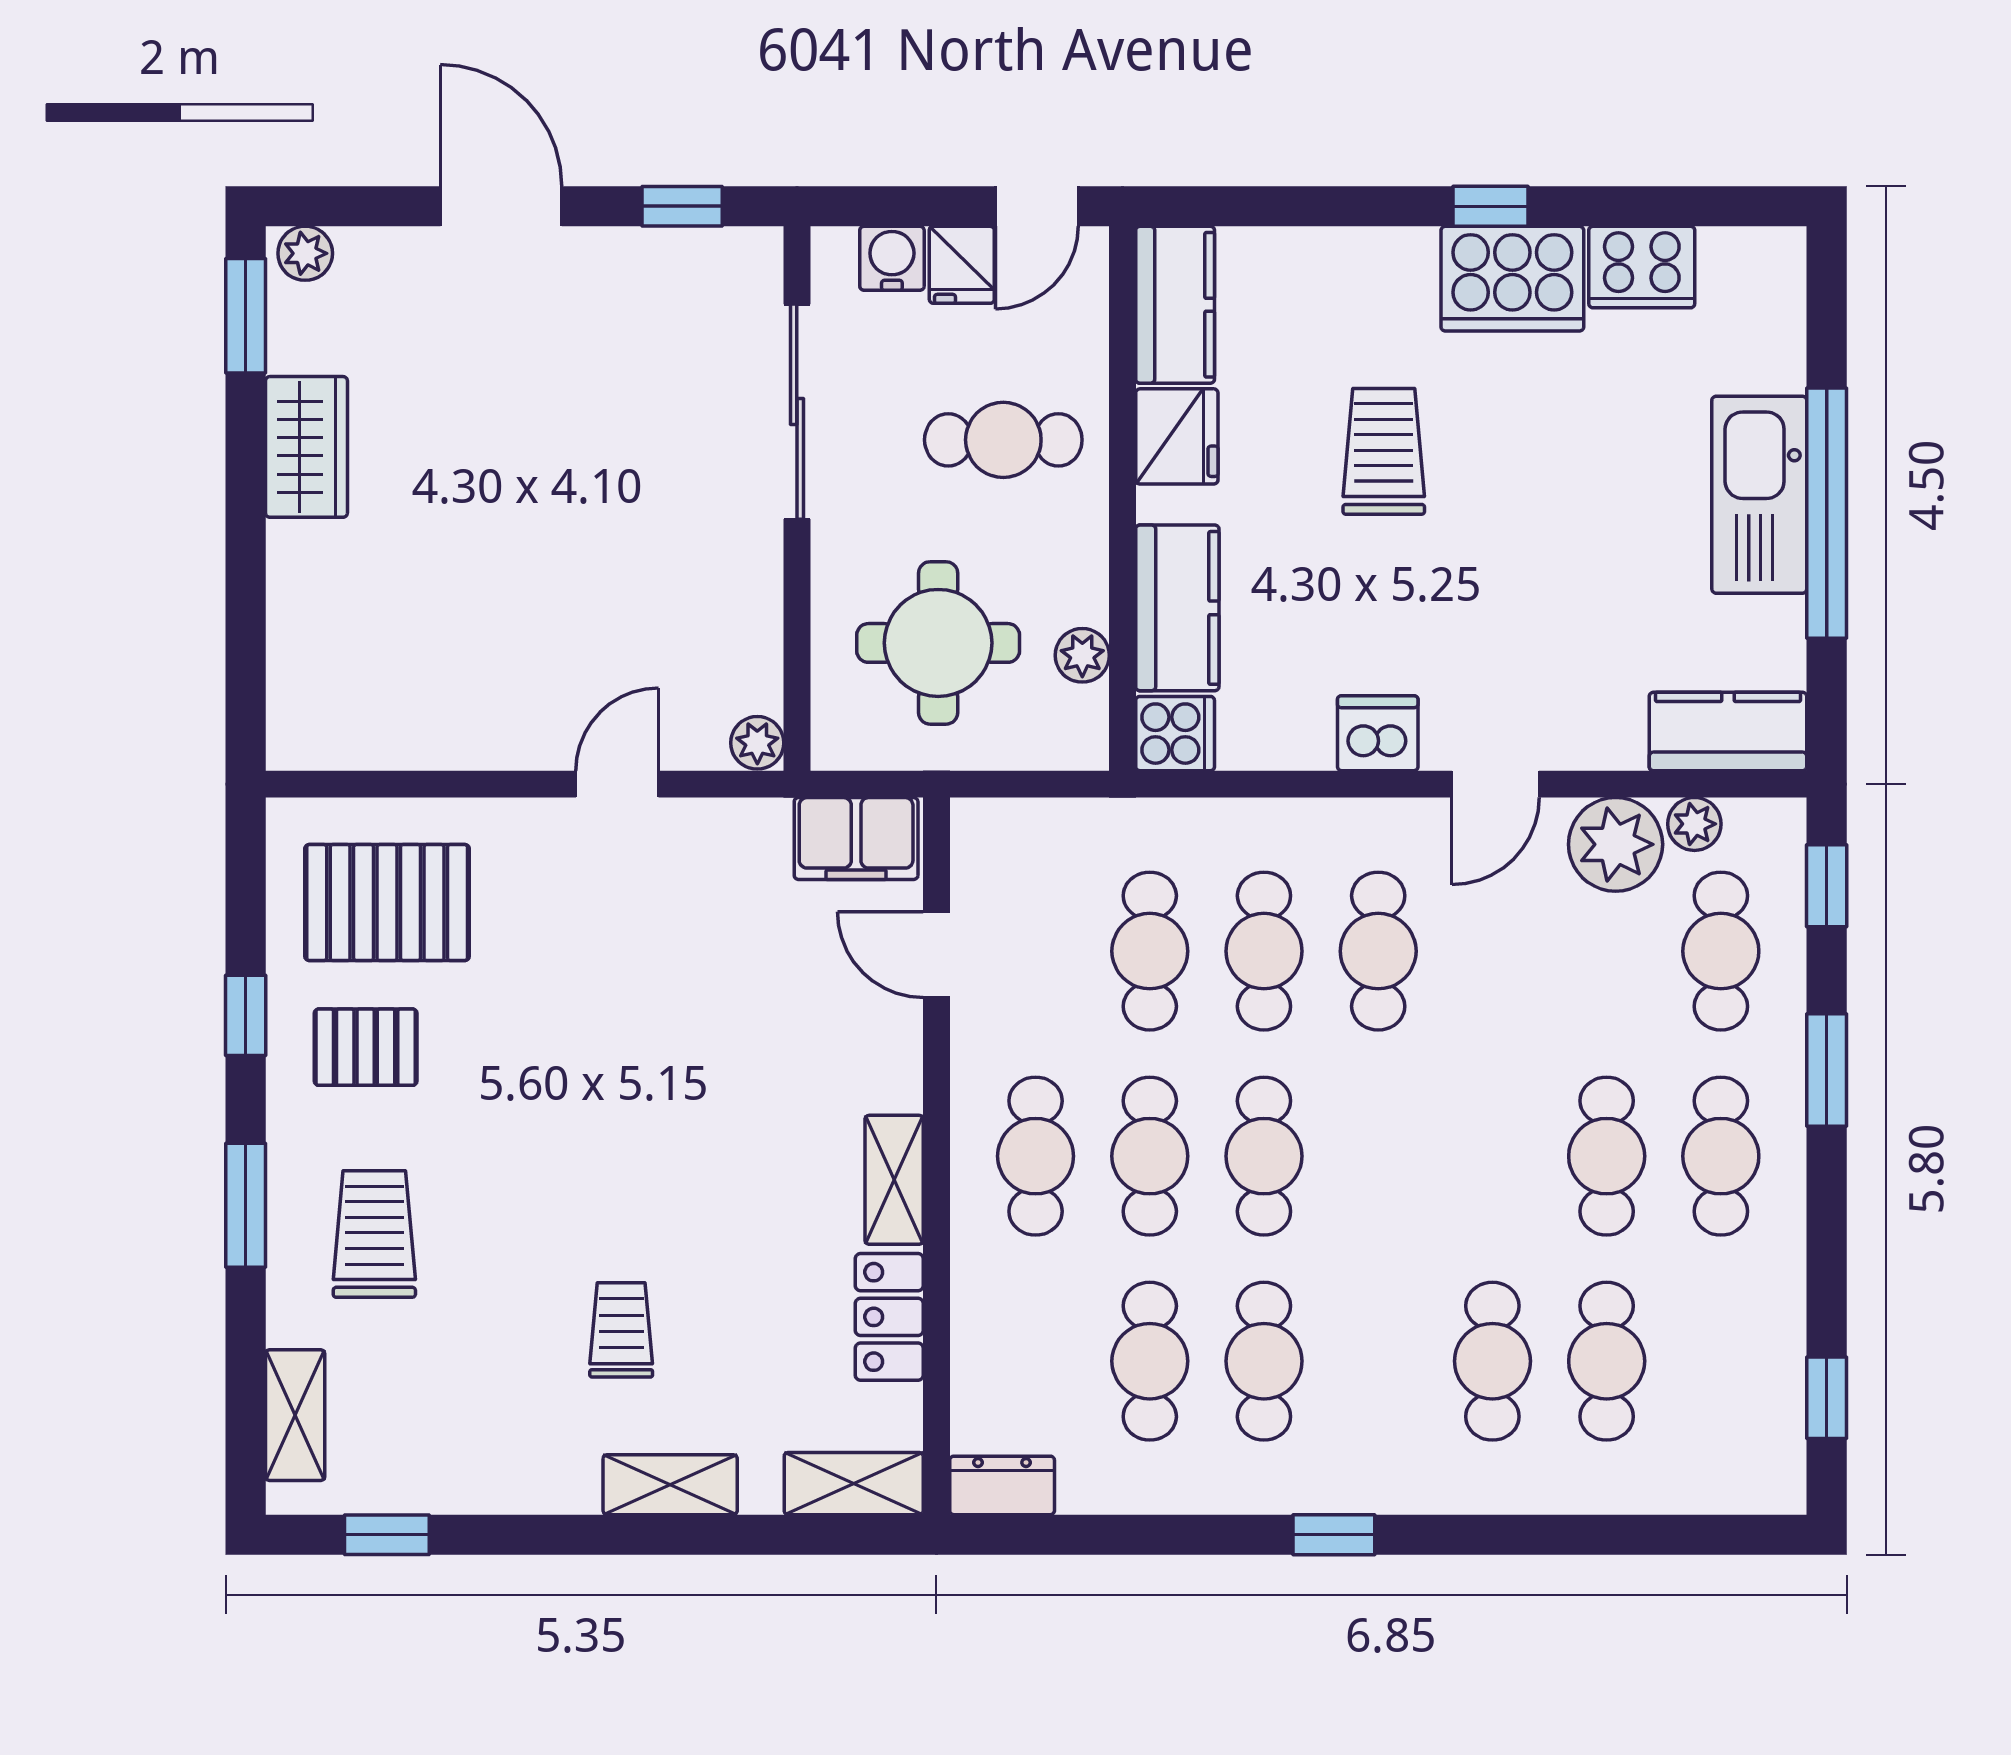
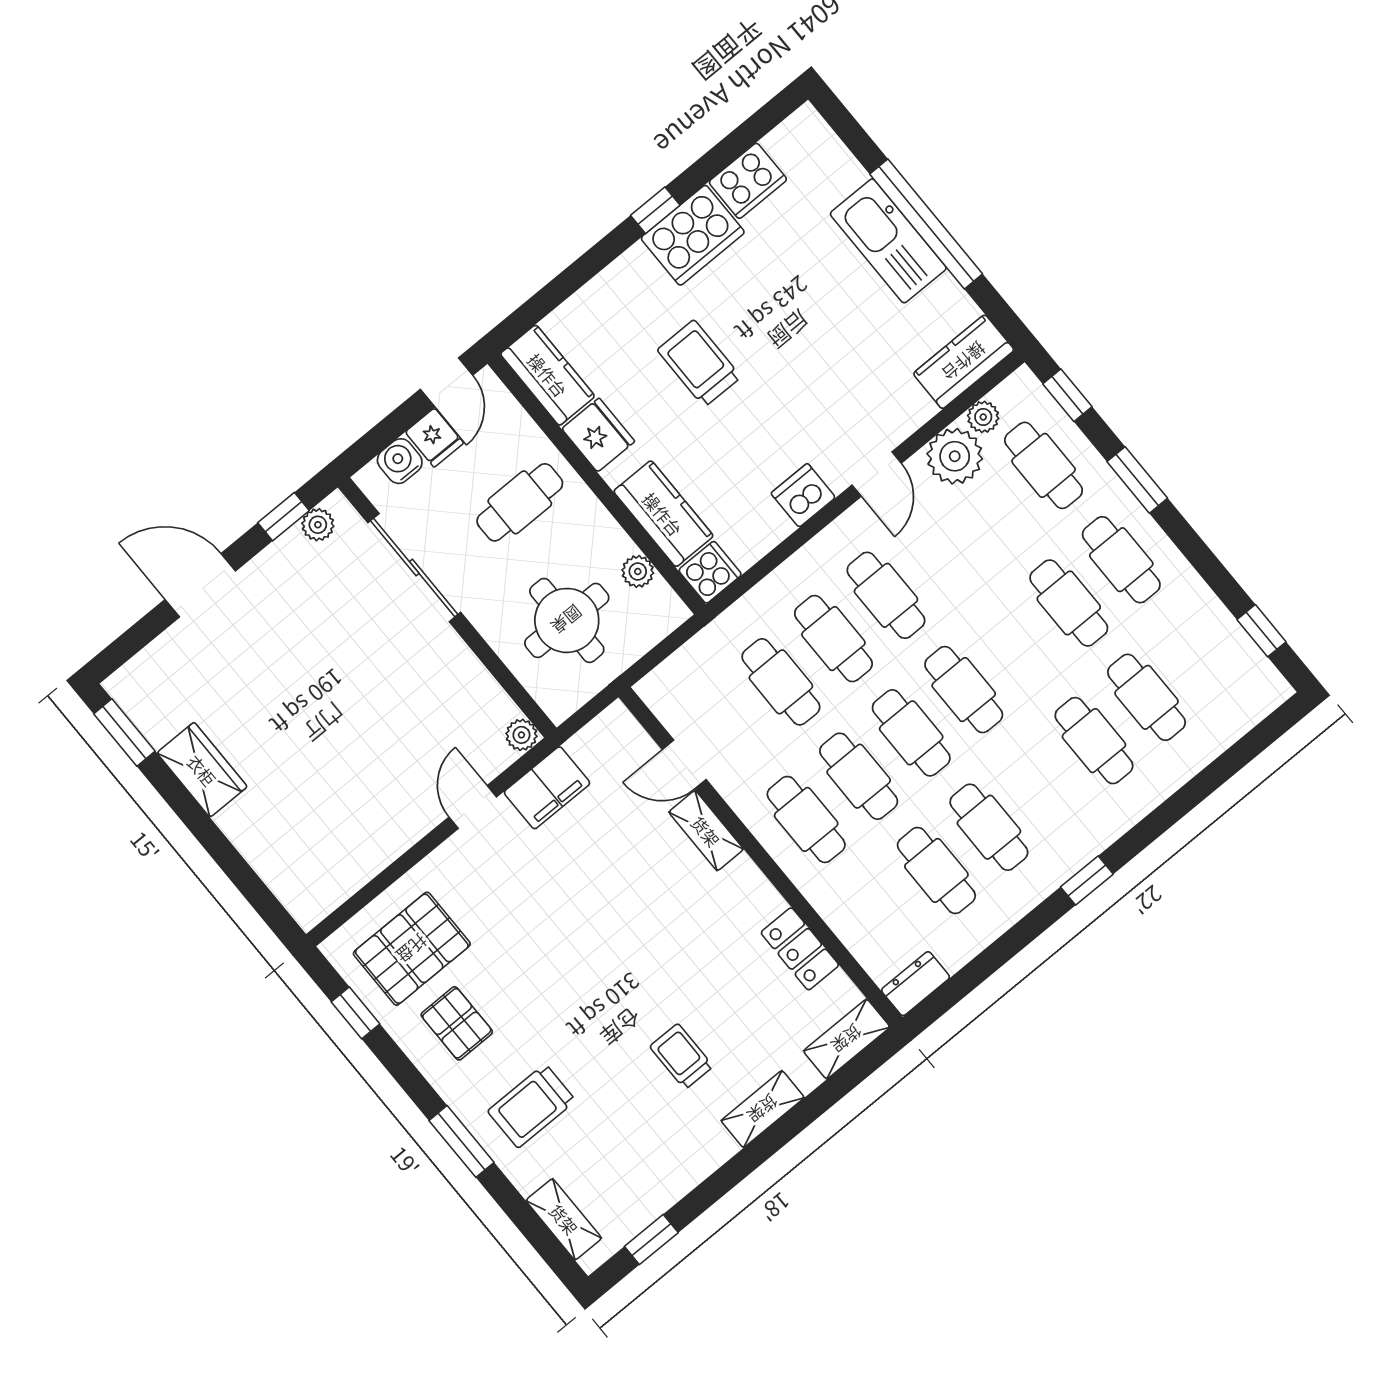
plant: (305, 253) -> (318, 525), moved
filing cabinet: (856, 839) -> (547, 788), moved
window: (246, 1015) -> (355, 1013), moved
pallet: (366, 1047) -> (457, 1023), turned 90
cafe table: (1378, 1156) -> (964, 690), added
shelving: (894, 1180) -> (706, 831), moved
trolley: (374, 1234) -> (532, 1106), turned -90

